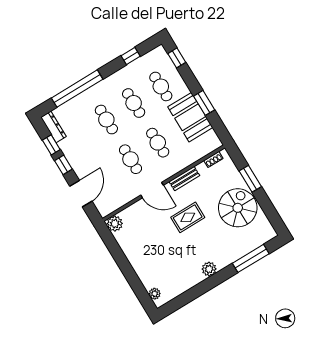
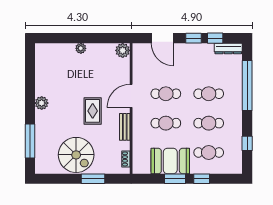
window: (177, 58) -> (202, 179), moved
plant: (155, 294) -> (81, 48), moved

